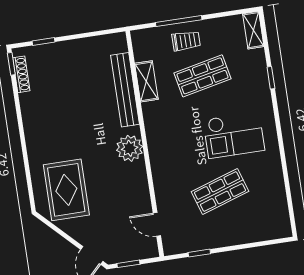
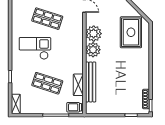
trolley: (186, 41) -> (74, 107), moved
shop shelf: (202, 76) -> (47, 83), turned 30
plant: (133, 177) -> (94, 34), added
shop shelf: (220, 192) -> (47, 19), turned 36

